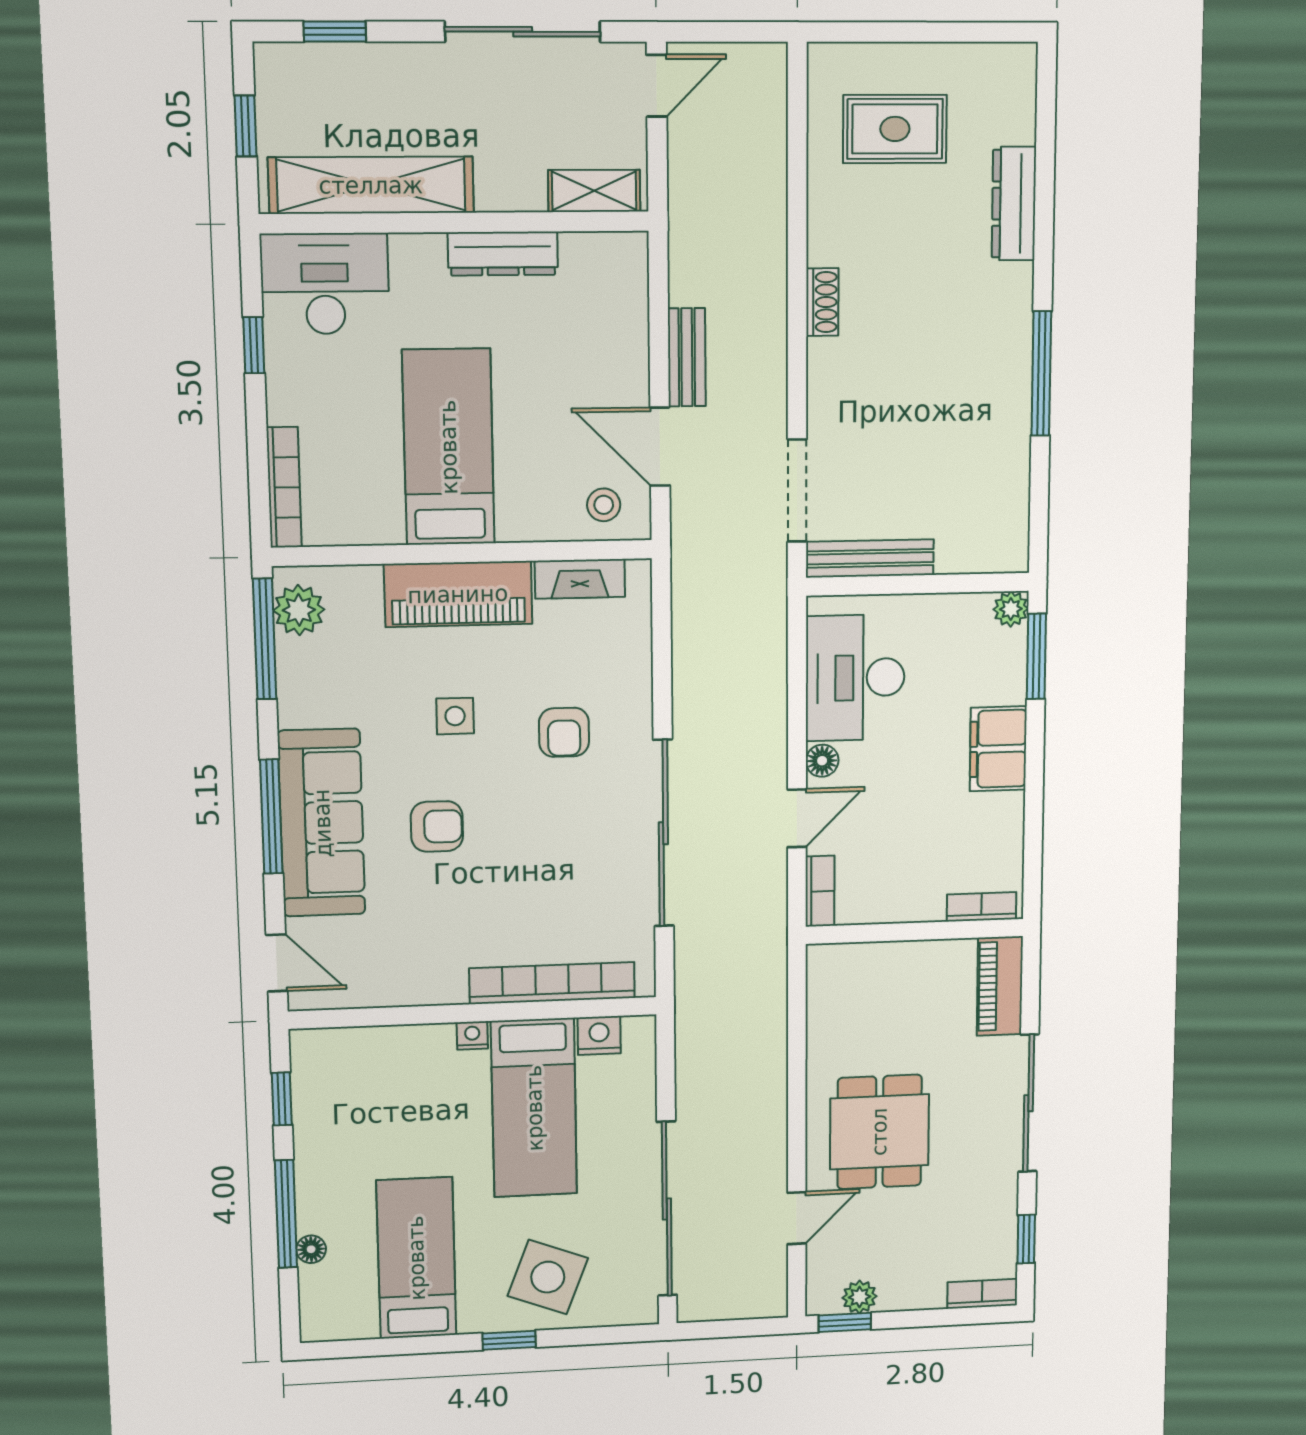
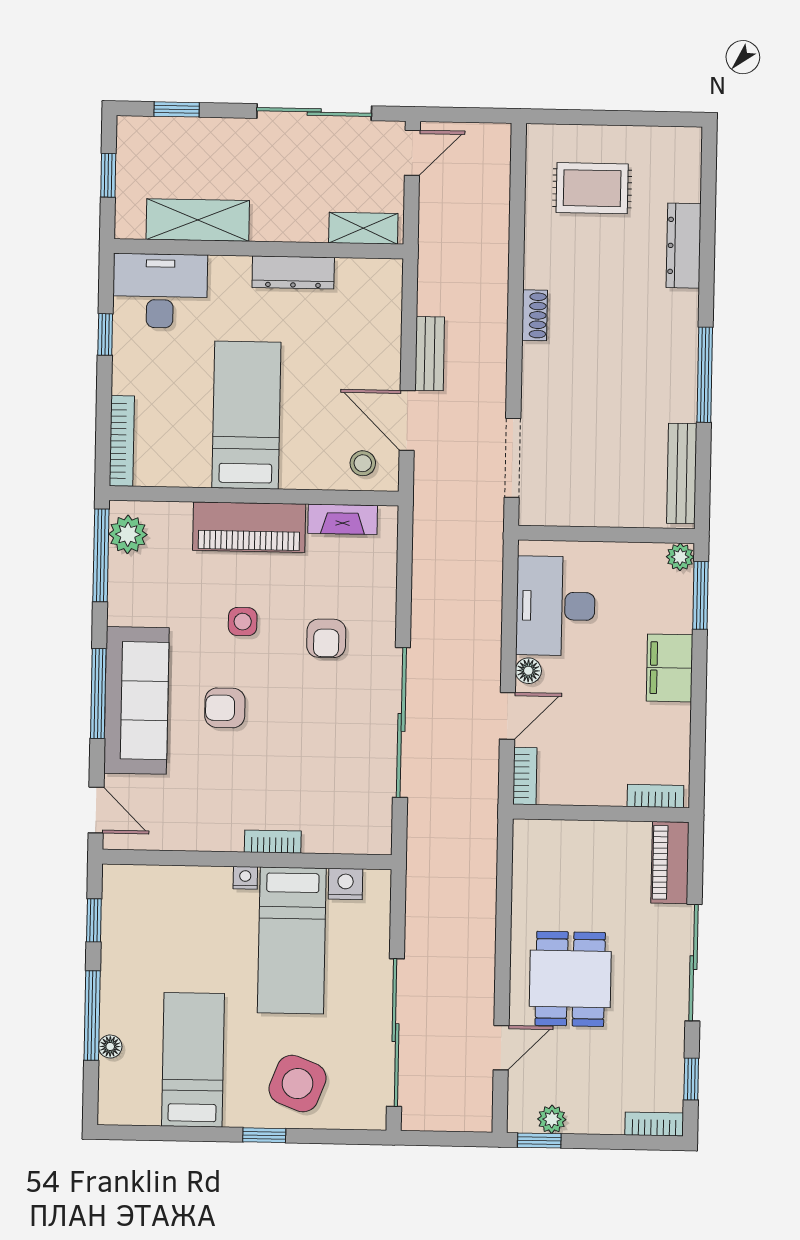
shelving: (371, 185) -> (198, 220), width x0.68
bench: (870, 558) -> (682, 473), moved, turned 90
armchair: (437, 826) -> (225, 708), turned 180
bookcase: (552, 983) -> (273, 842), width x0.43, depth x0.76

